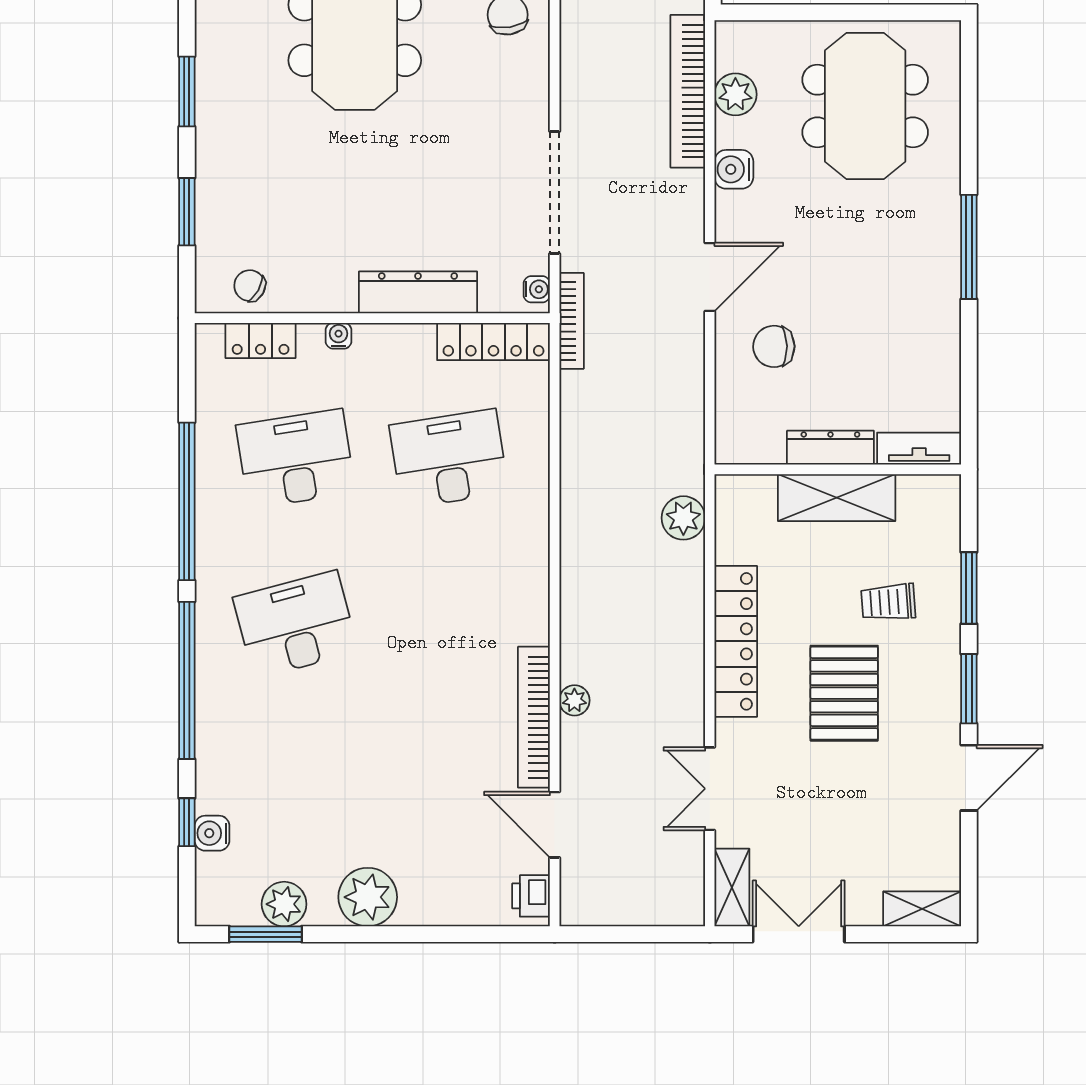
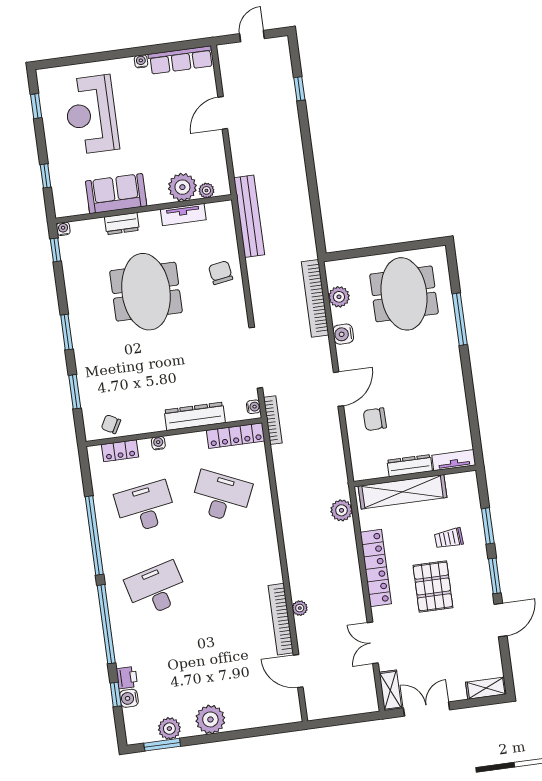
window: (969, 247) -> (460, 319), moved
desk: (449, 459) -> (221, 497), turned 33
shelving: (837, 498) -> (403, 492), width x1.47
printer: (531, 896) -> (127, 678), moved, turned 180

